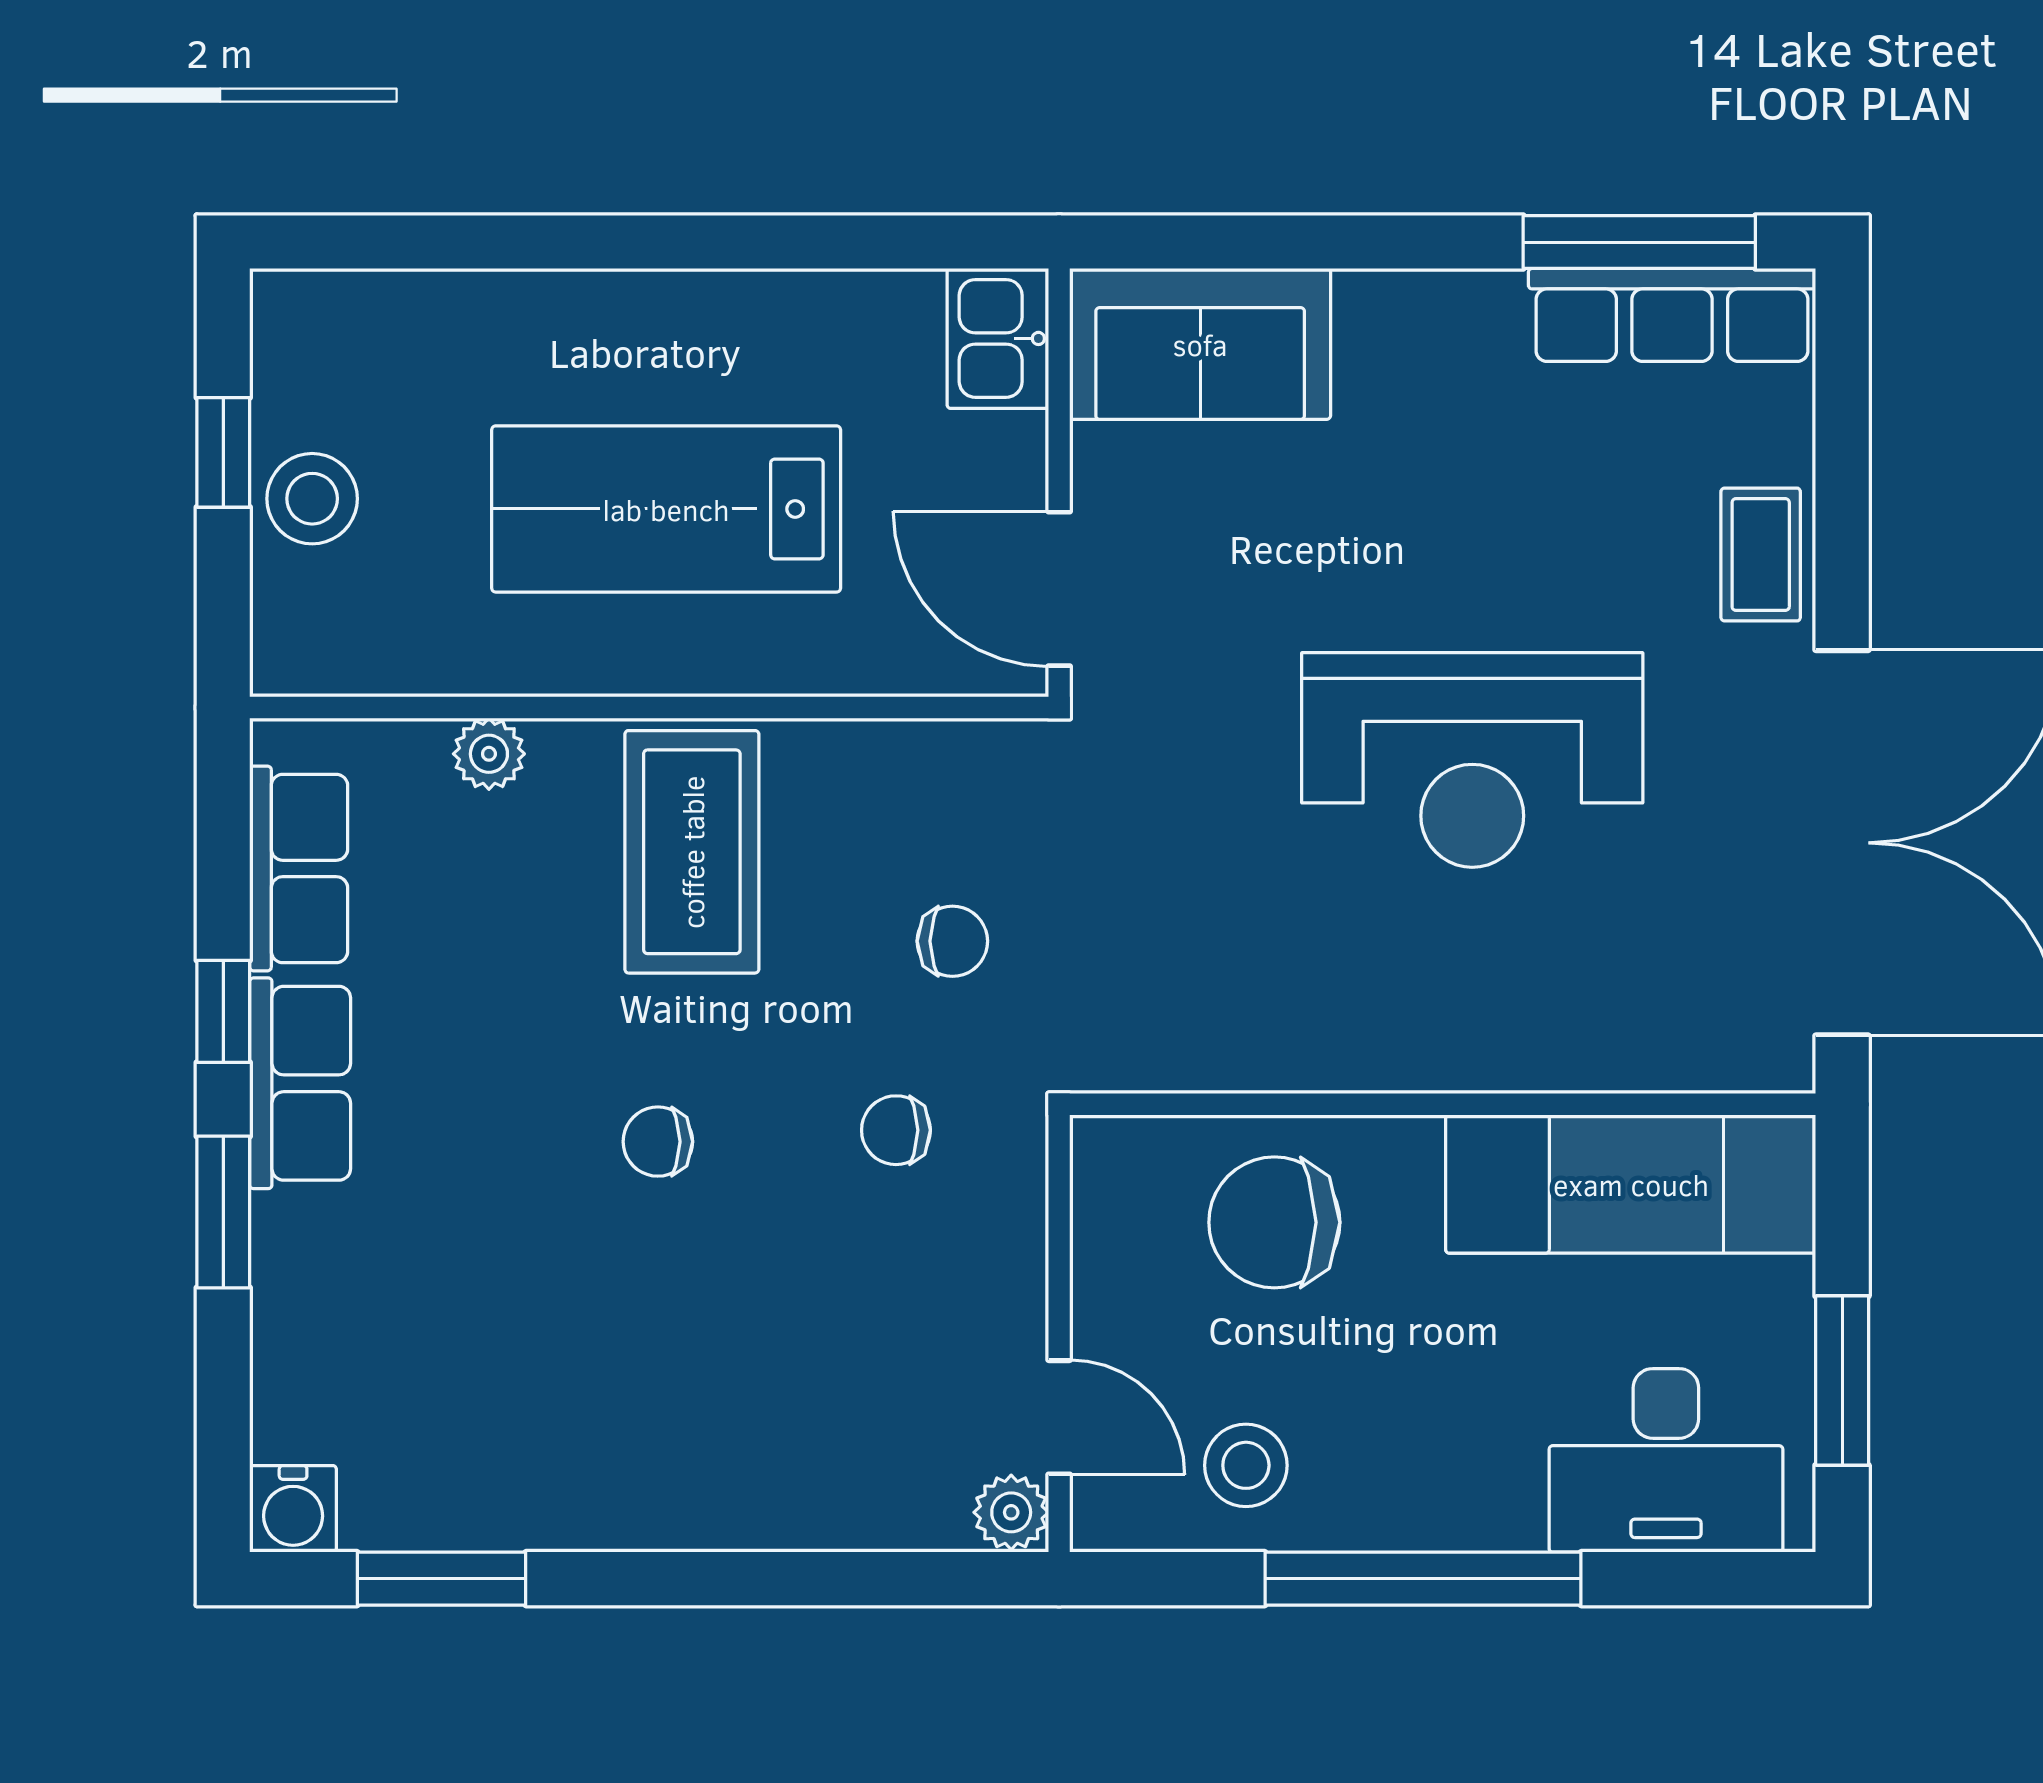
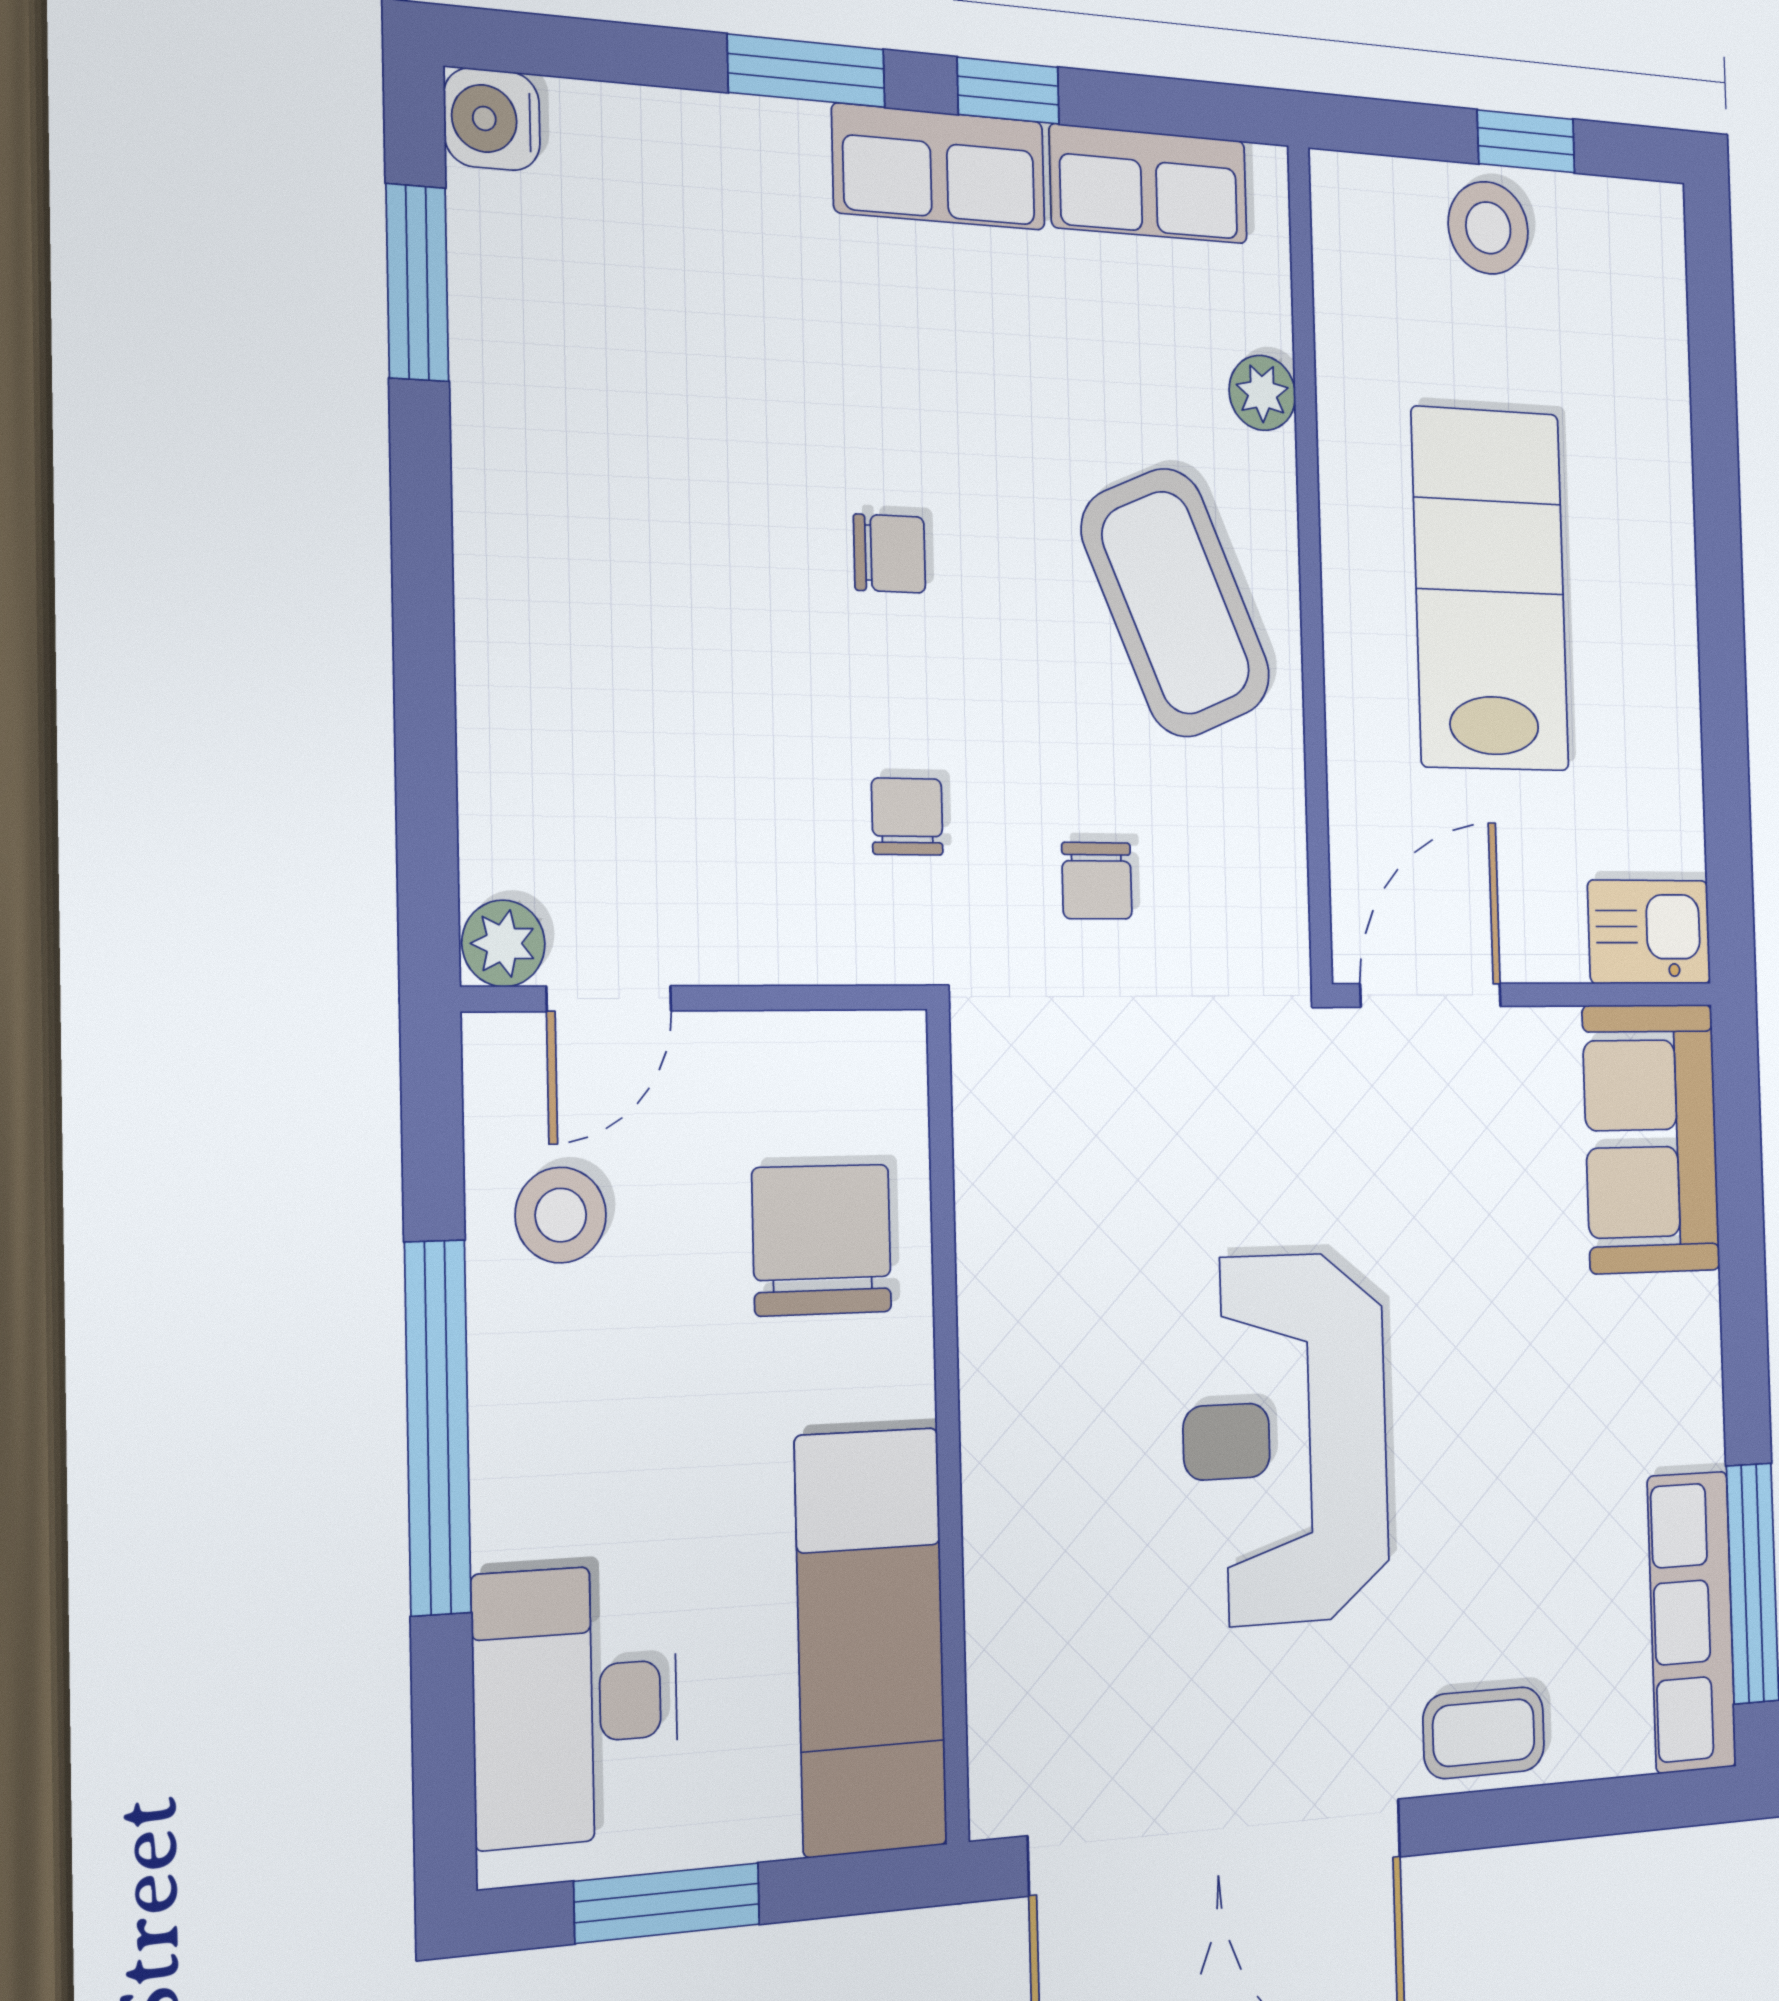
coffee table: (692, 852) -> (1176, 603), turned 67
chair: (658, 1142) -> (889, 554), turned 90

